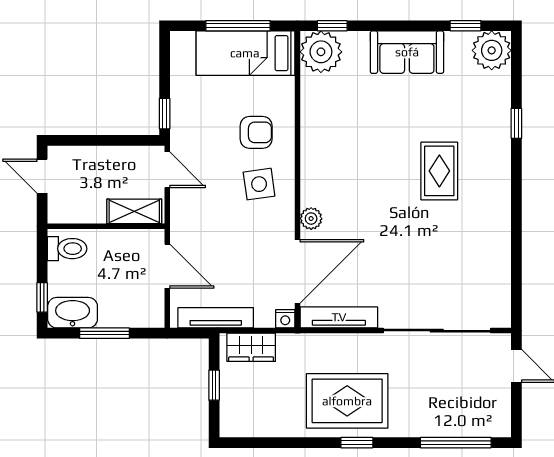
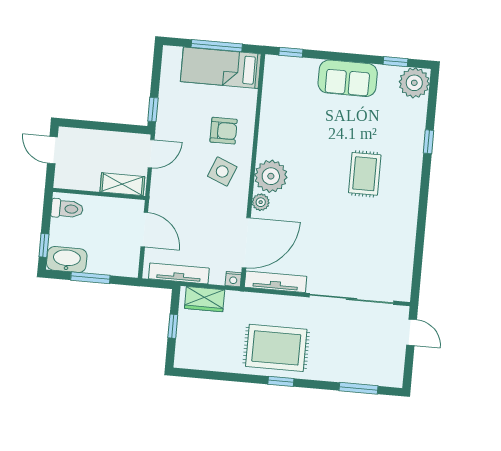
plant: (321, 52) -> (271, 176), moved
door: (167, 170) -> (151, 154), hinge flipped
side table: (259, 184) -> (222, 171), turned 30
window: (456, 443) -> (359, 388), width x0.69

